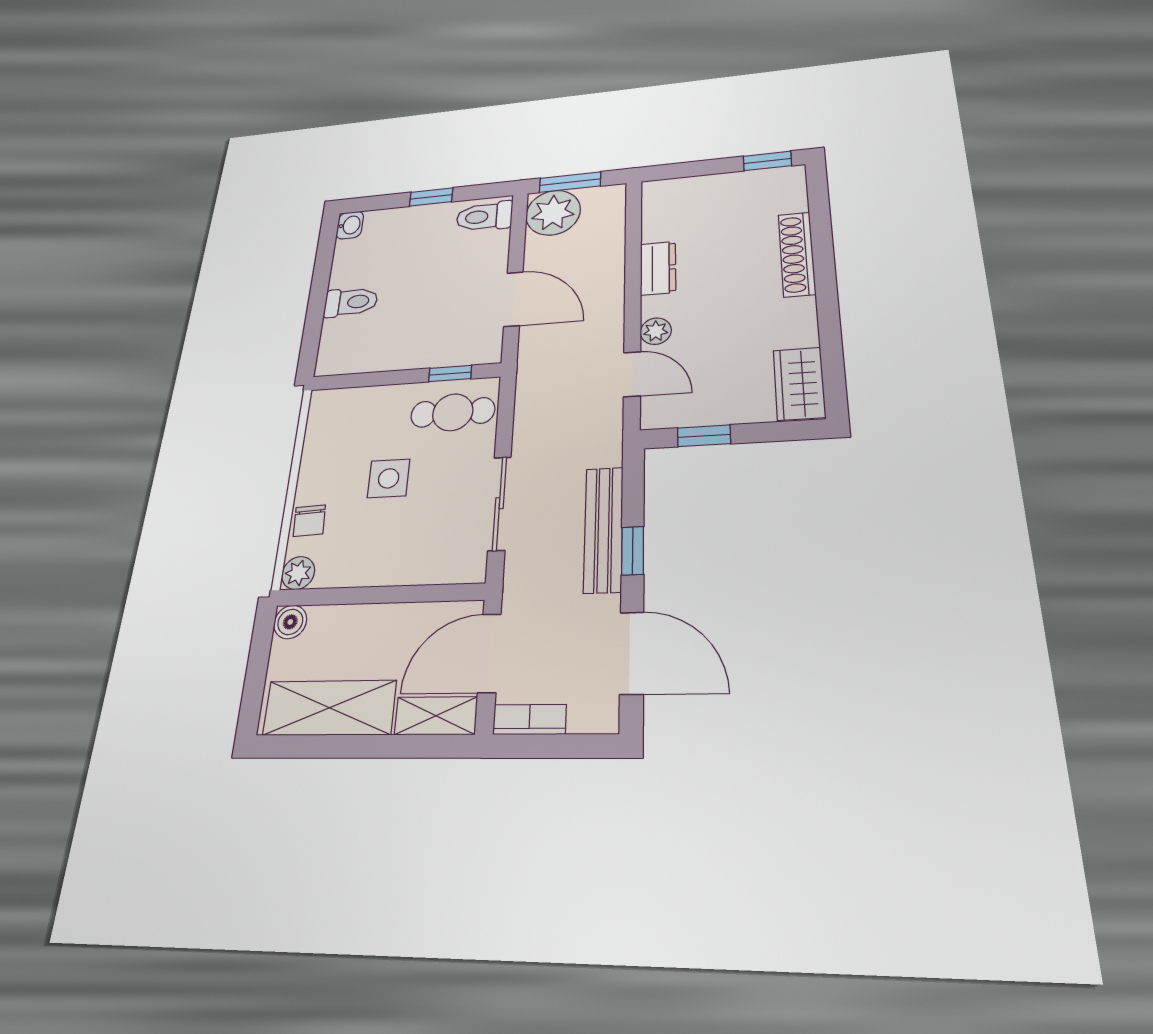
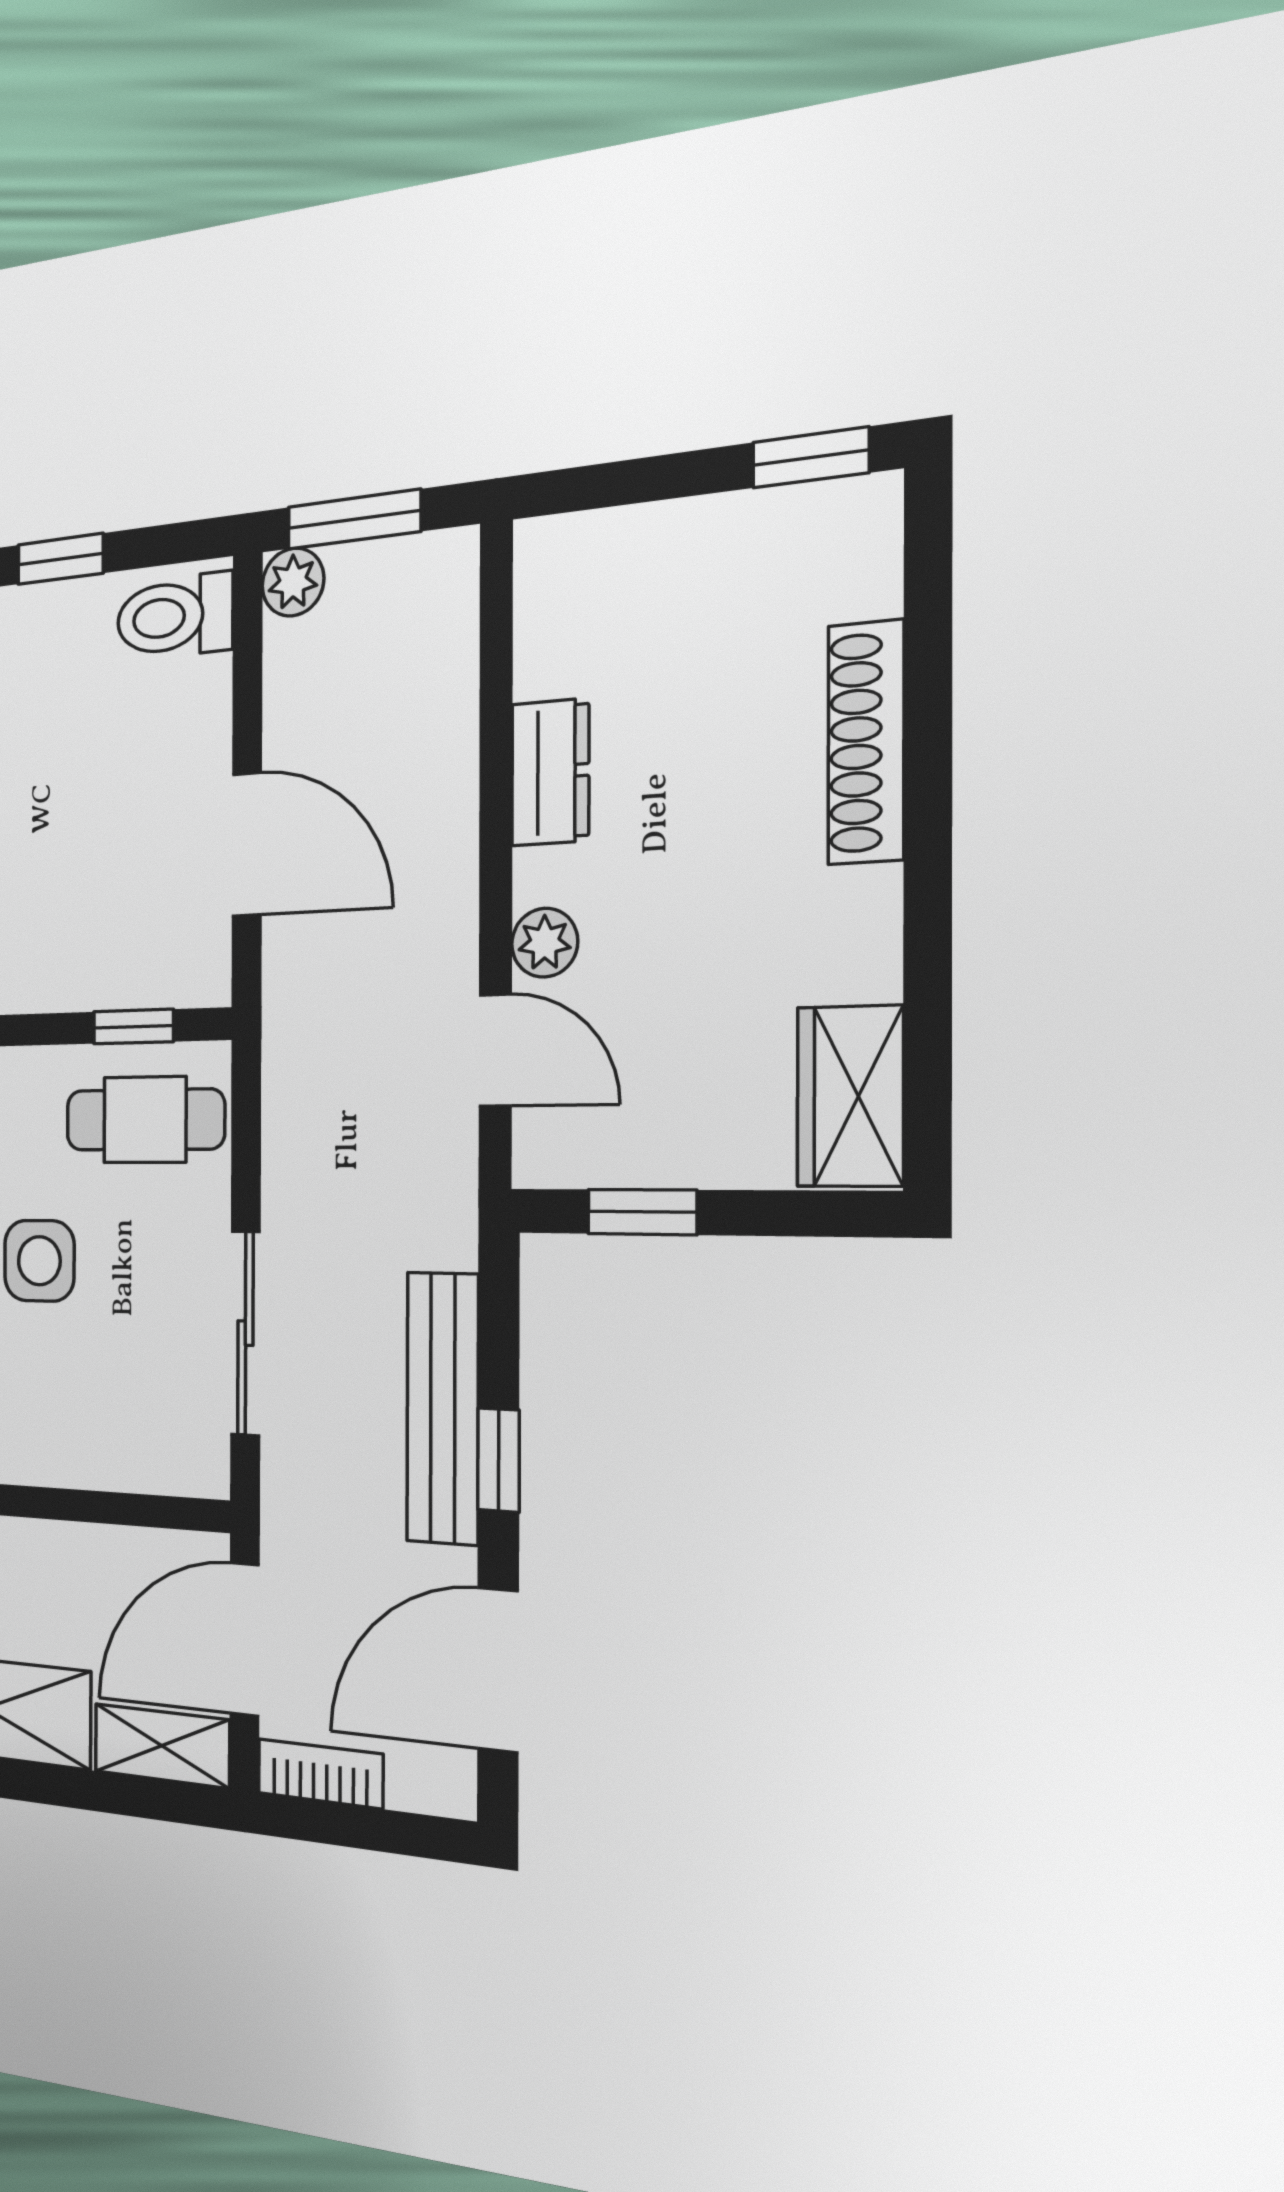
plant: (553, 213) -> (293, 582), width x0.53, depth x0.53
door: (632, 653) -> (498, 1670), swing flipped

